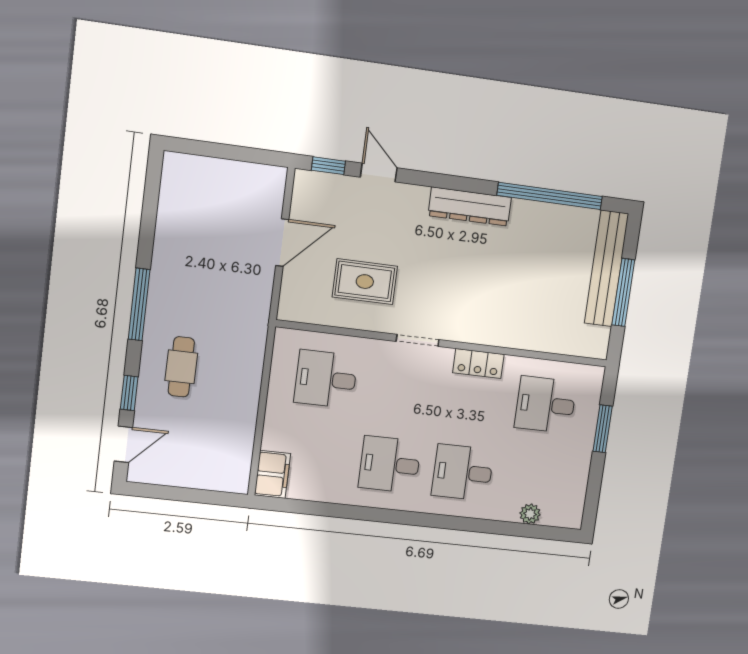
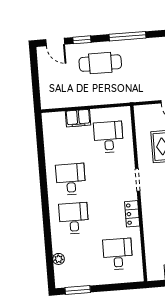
cafe table: (181, 367) -> (100, 63), width x1.37, depth x1.35
window: (603, 429) -> (78, 290), moved
filing cabinet: (272, 474) -> (78, 118), moved

